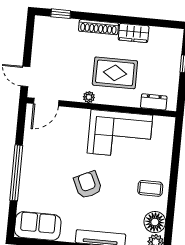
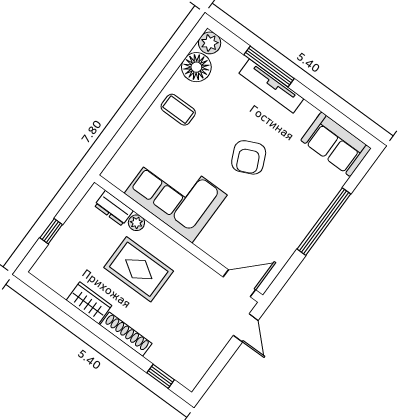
plant: (89, 97) -> (136, 223), moved

